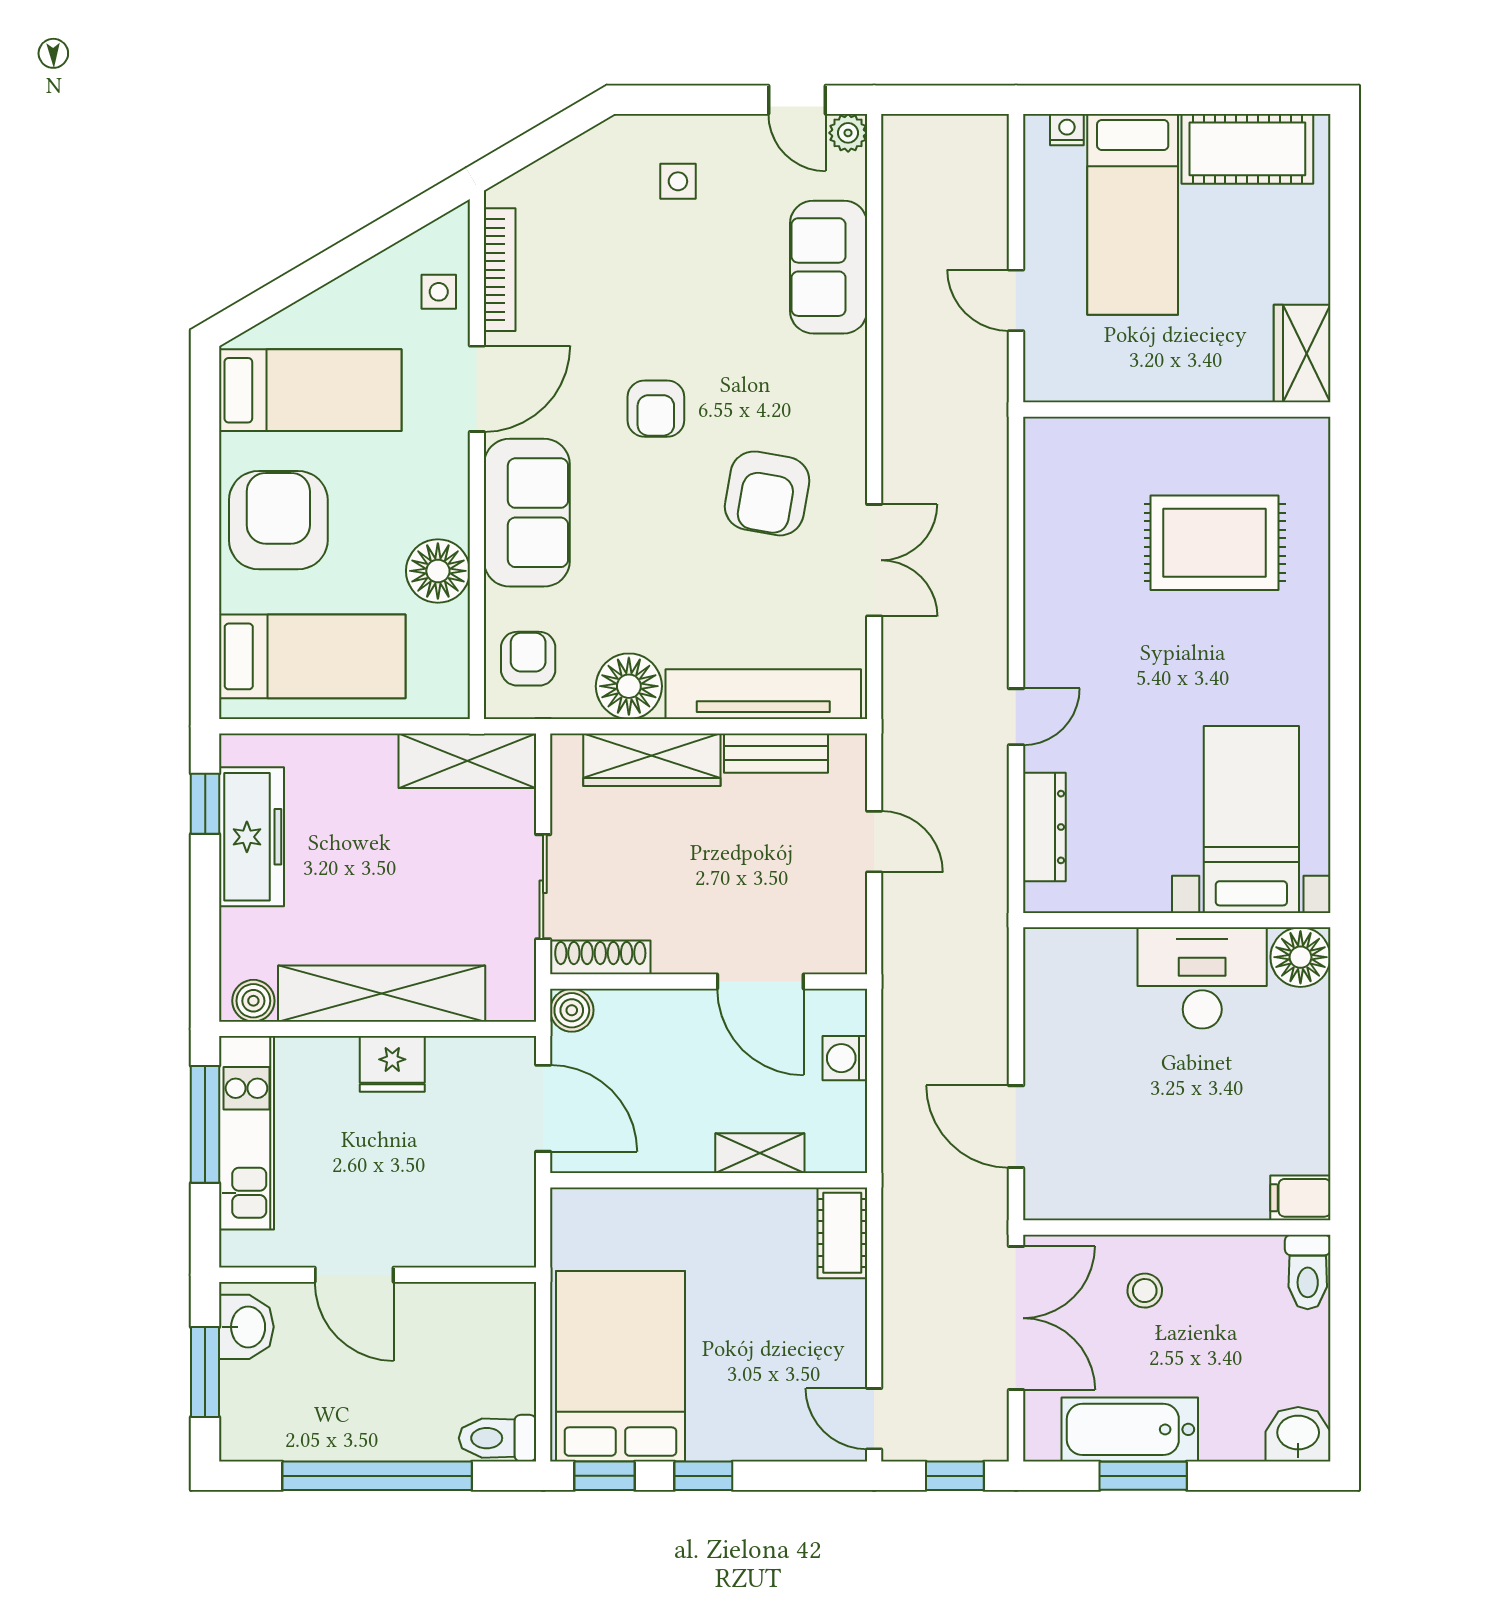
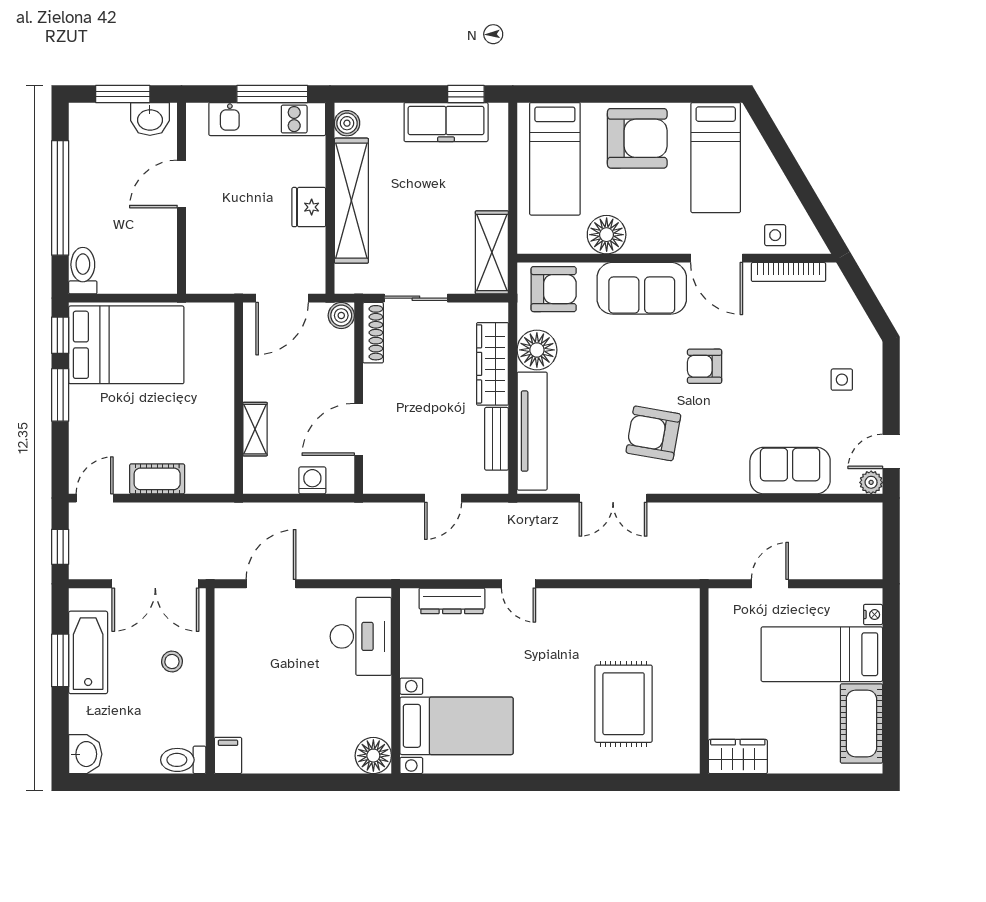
armchair: (528, 659) -> (554, 289), width x1.38, depth x1.38
desk: (1202, 978) -> (361, 636), moved
cot: (842, 1233) -> (157, 479), moved
window: (703, 1476) -> (60, 395), width x1.50

